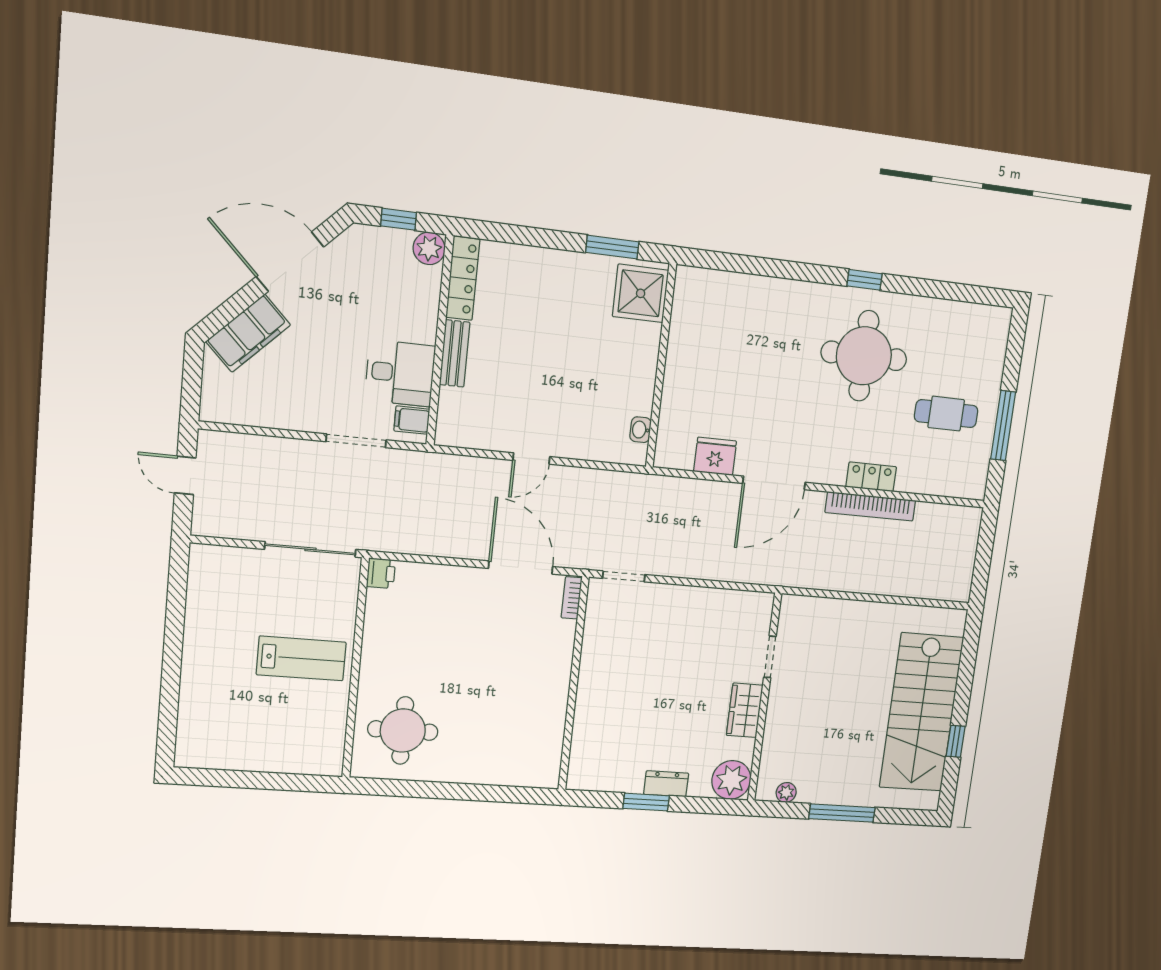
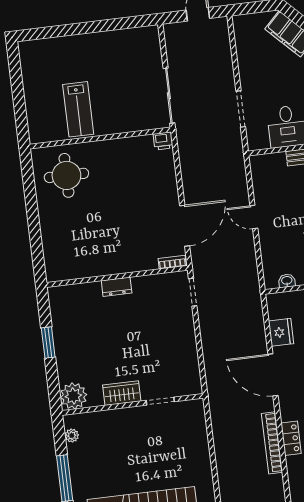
filing cabinet: (412, 420) -> (261, 139), removed
lab bench: (301, 658) -> (78, 109), moved
dresser: (666, 784) -> (117, 287), moved, turned 90

